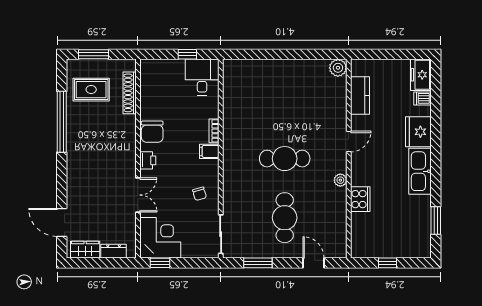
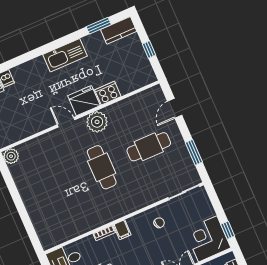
kitchen counter: (360, 95) -> (119, 30), moved, turned 180
fridge: (418, 132) -> (84, 101), moved, turned 180
plant: (340, 180) -> (97, 122), width x1.88, depth x1.88

